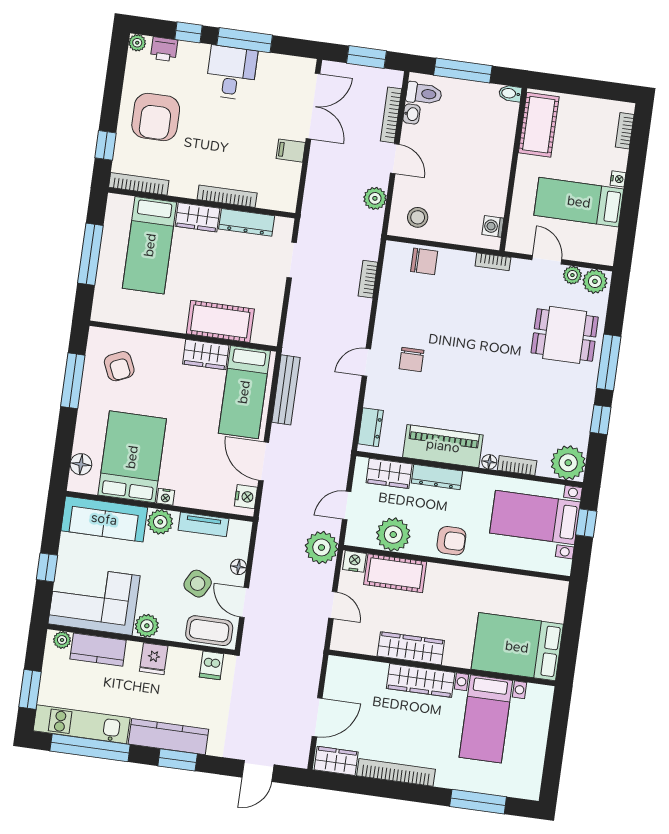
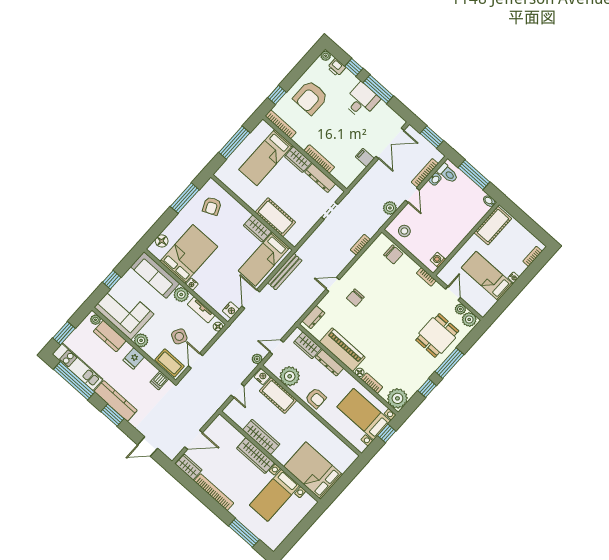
dining table: (565, 335) -> (437, 335), turned 90
plant: (321, 547) -> (257, 359), width x0.53, depth x0.53
floor lamp: (238, 567) -> (218, 327), moved

